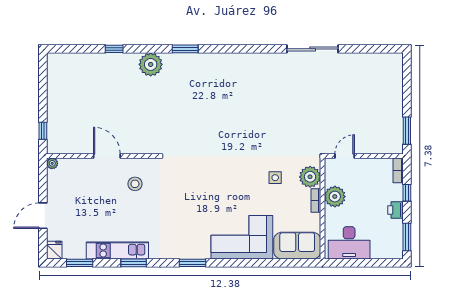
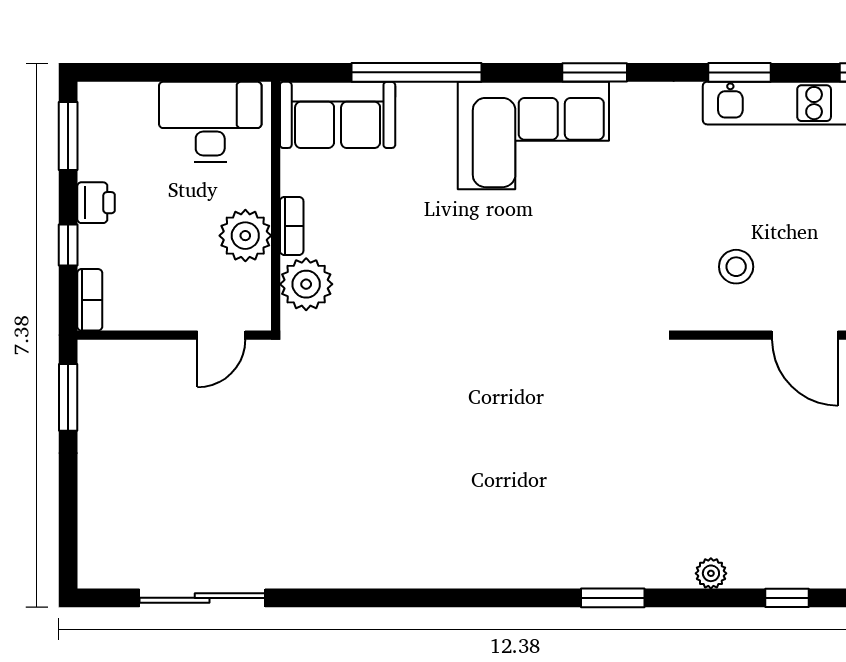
sliding door: (313, 49) -> (202, 598), moved
plant: (151, 64) -> (711, 573), width x0.53, depth x0.53
side table: (275, 178) -> (392, 282), removed
corner sofa: (242, 237) -> (533, 136), moved
window: (265, 263) -> (416, 72), added

